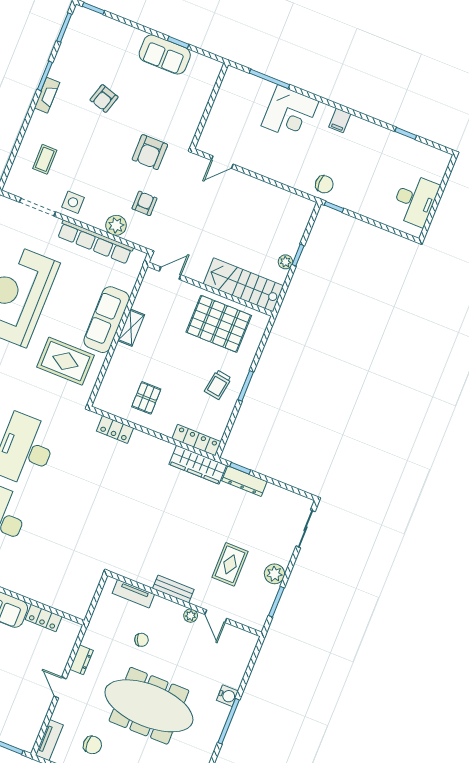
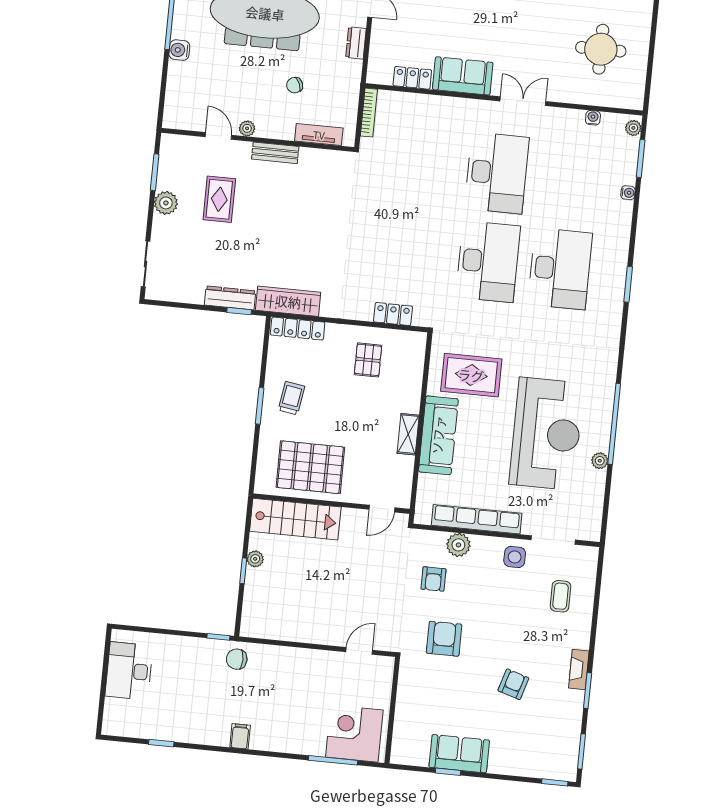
corner desk: (290, 113) -> (354, 734), moved
bookcase: (87, 600) -> (369, 113), added

